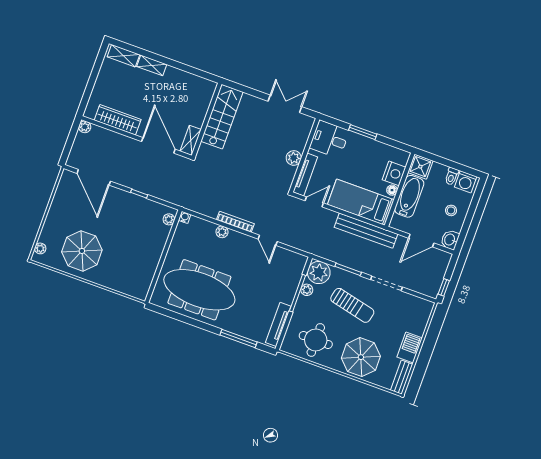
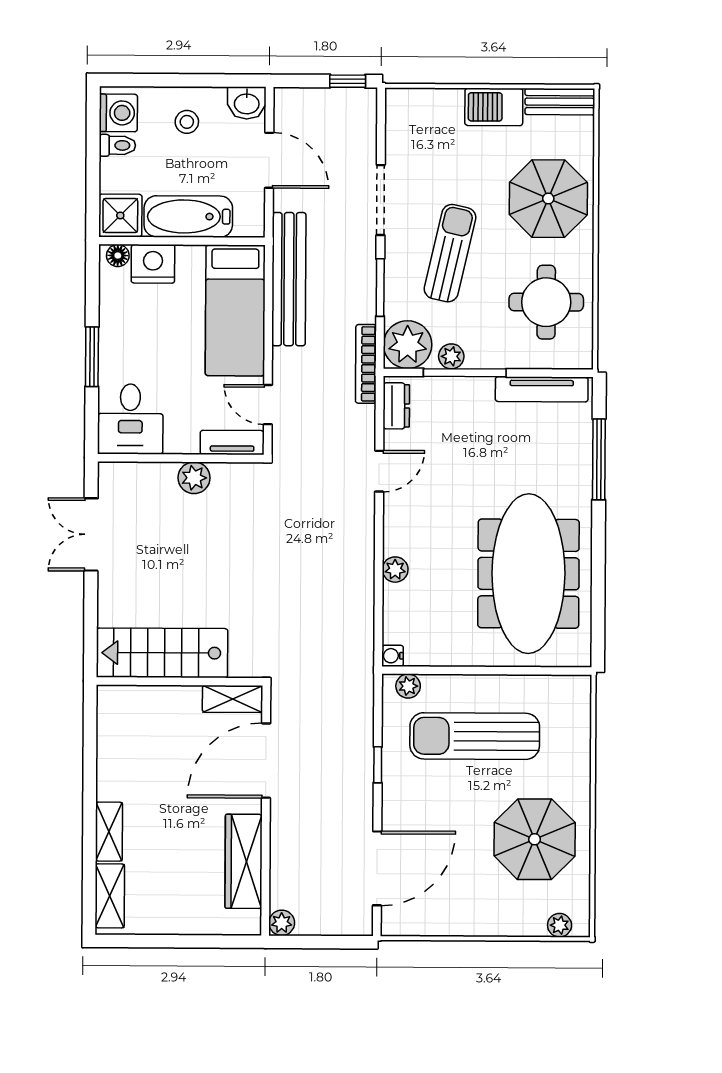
tv unit: (305, 175) -> (232, 442), width x0.71
floor lamp: (392, 190) -> (118, 256), moved
bookcase: (235, 222) -> (366, 364), moved
sun lounger: (137, 241) -> (475, 736), added
dresser: (294, 258) -> (396, 406), added

